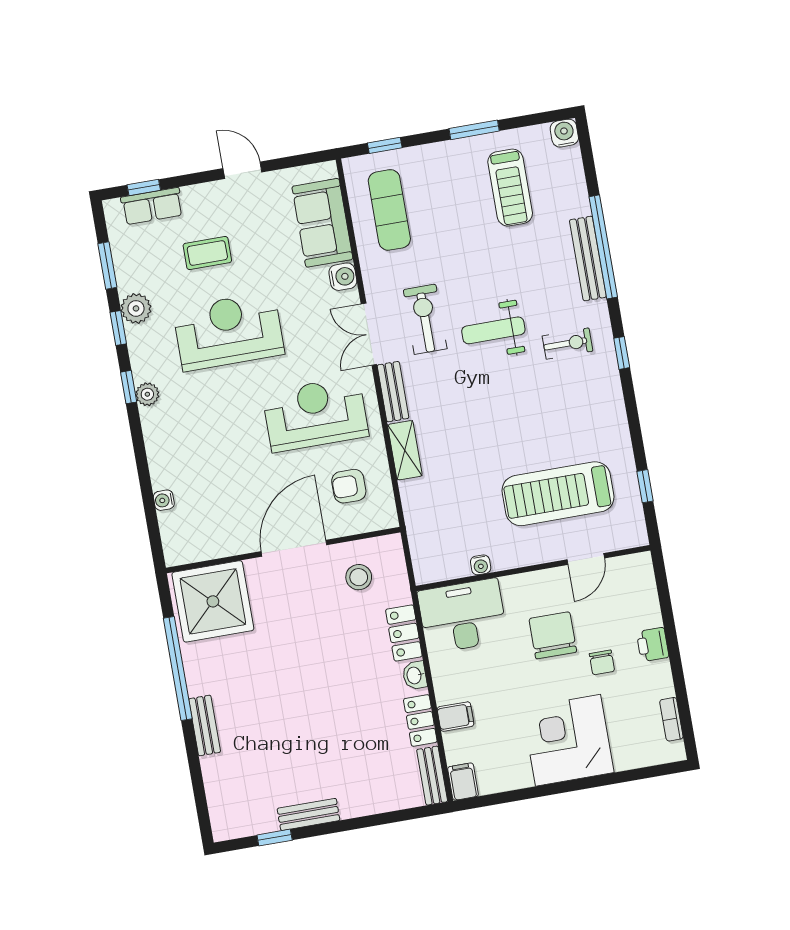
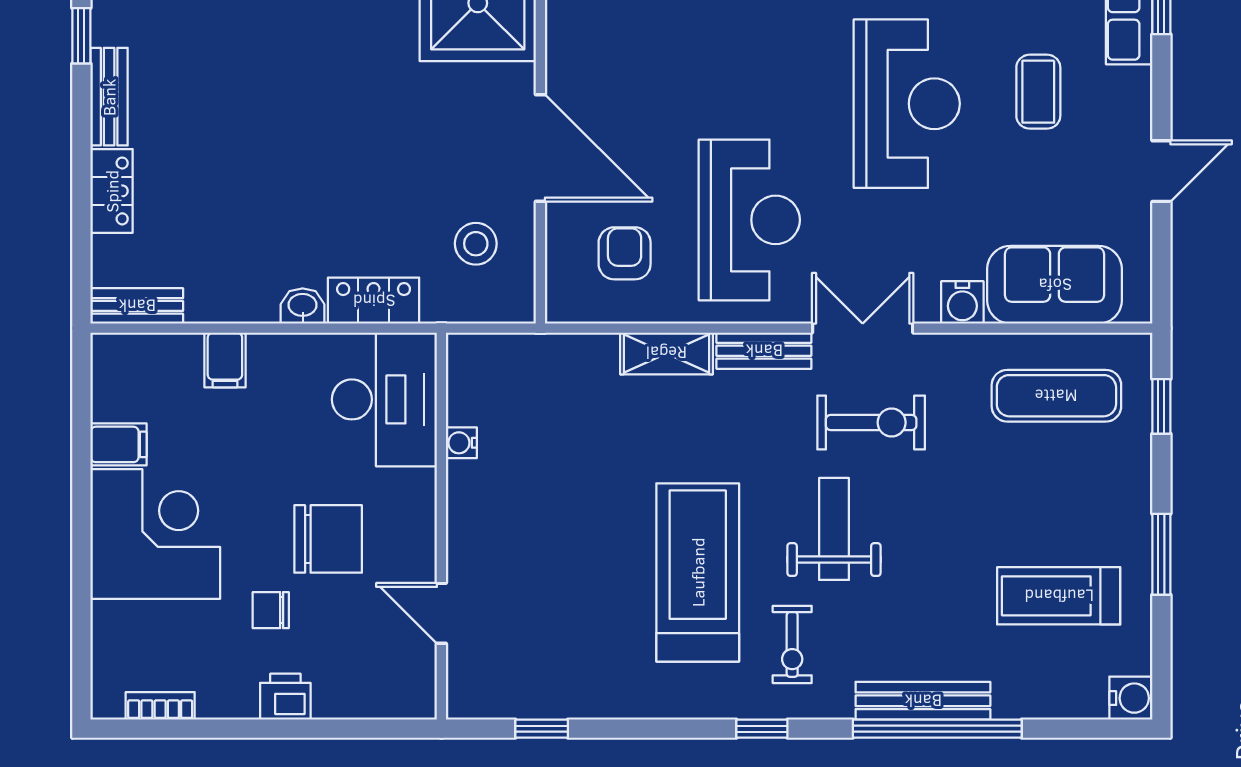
treadmill: (558, 494) -> (698, 572), moved
locker: (420, 720) -> (112, 191), moved, turned 90
filing cabinet: (463, 782) -> (119, 444), moved

